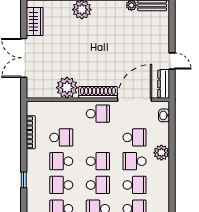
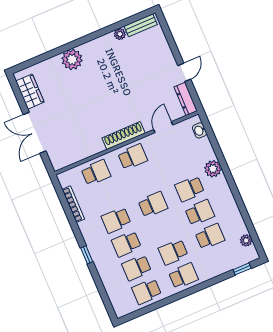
door: (172, 61) -> (184, 72), hinge flipped
plant: (67, 88) -> (90, 144), removed
door: (134, 100) -> (163, 127), width x0.53
school desk: (61, 137) -> (96, 172), moved
school desk: (135, 137) -> (179, 165), removed
school desk: (98, 185) -> (163, 228), removed

